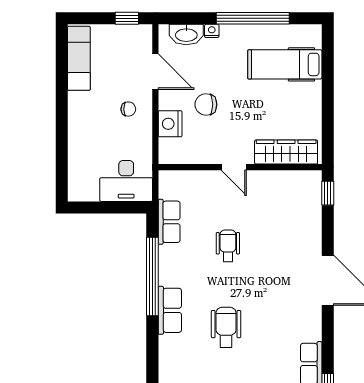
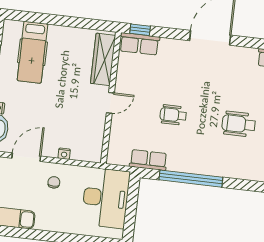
chair: (206, 104) -> (57, 119), removed
nightstand: (170, 124) -> (64, 154), width x0.53, depth x0.56
desk: (126, 181) -> (106, 198), width x1.36, depth x1.30
row of seats: (170, 310) -> (139, 44), moved, turned 180

